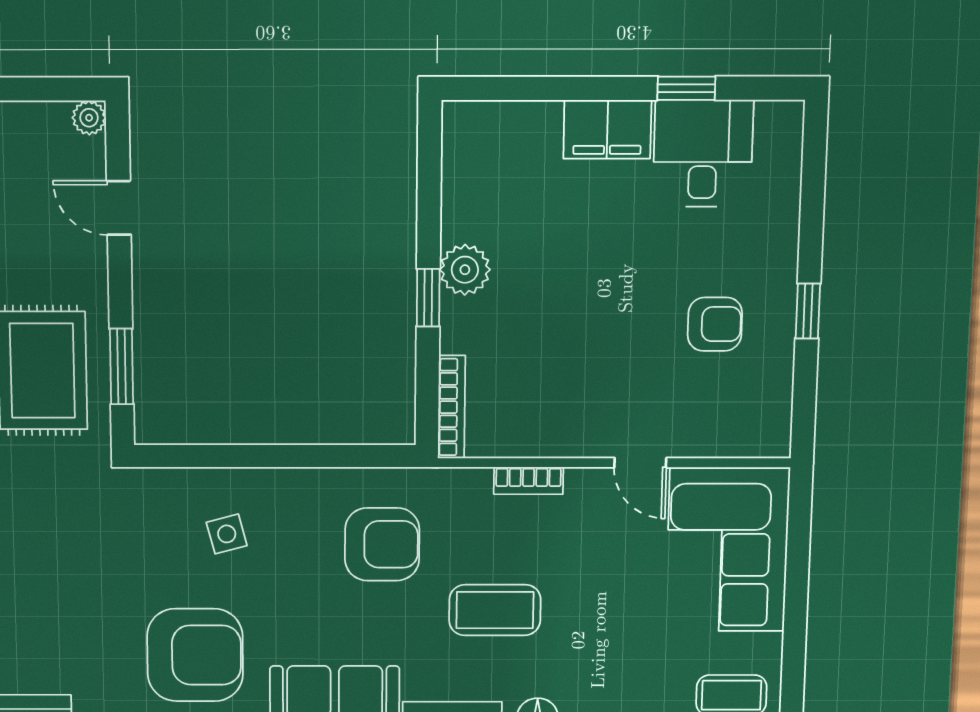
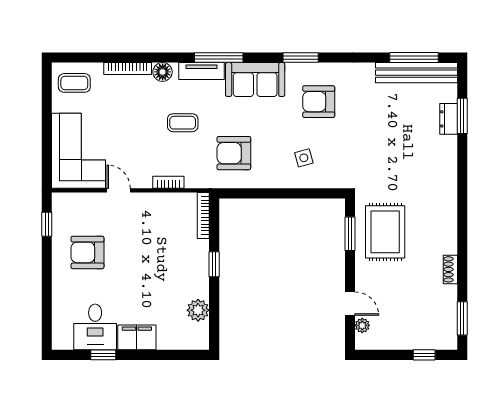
plant: (89, 118) -> (362, 325), moved
plant: (465, 270) -> (198, 310), moved
window: (808, 311) -> (47, 224), moved
armchair: (715, 324) -> (87, 252), width x1.38, depth x1.38
coffee table: (495, 610) -> (183, 123), width x0.73, depth x0.77
armchair: (195, 655) -> (319, 102), width x0.73, depth x0.73

